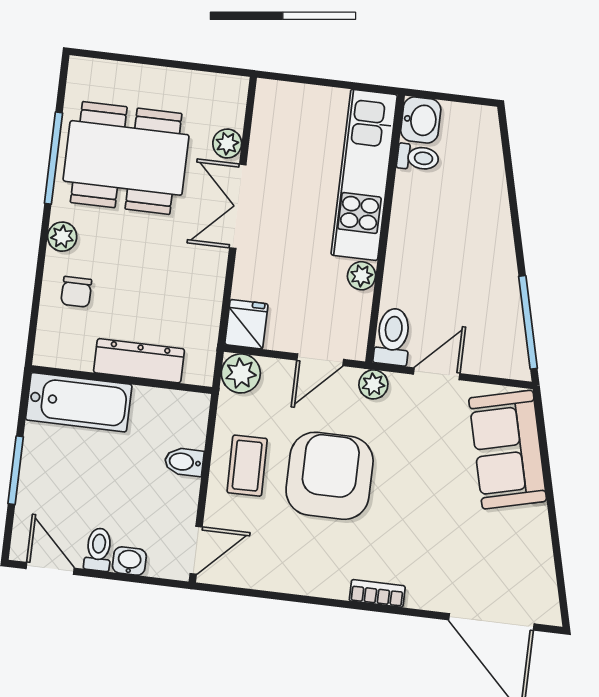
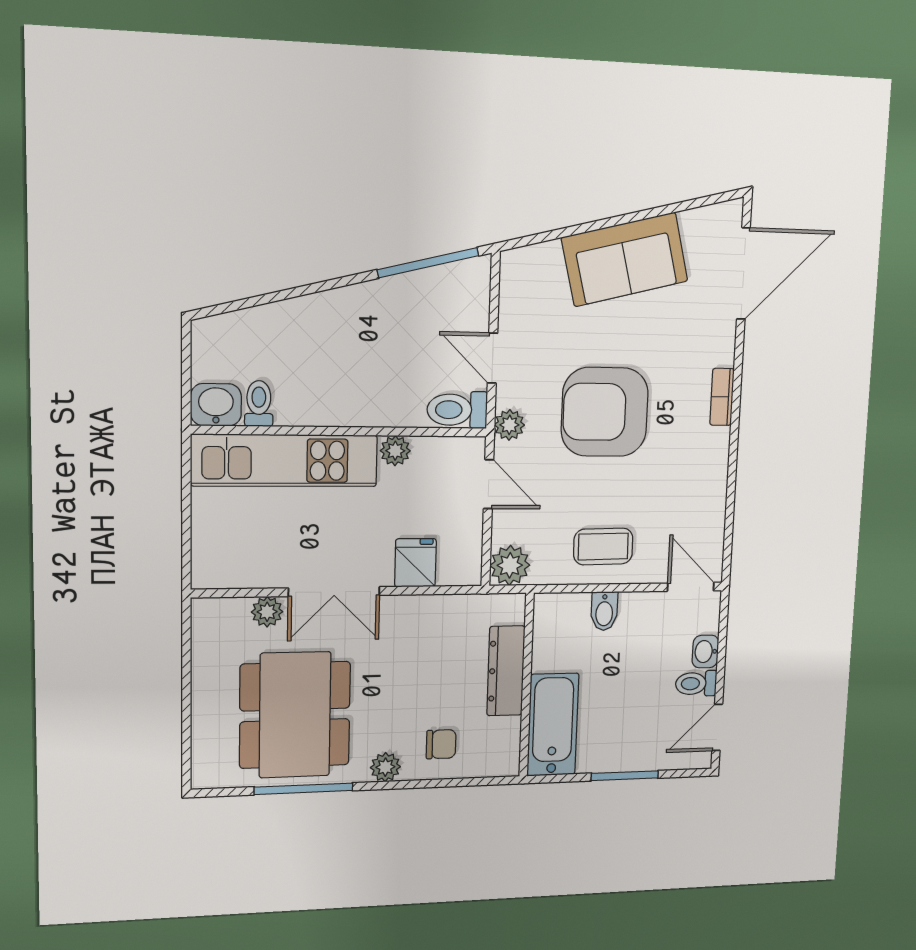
fridge: (246, 324) -> (415, 563), moved, turned 90
sofa: (508, 450) -> (625, 259), moved
armchair: (330, 476) -> (605, 412), moved

